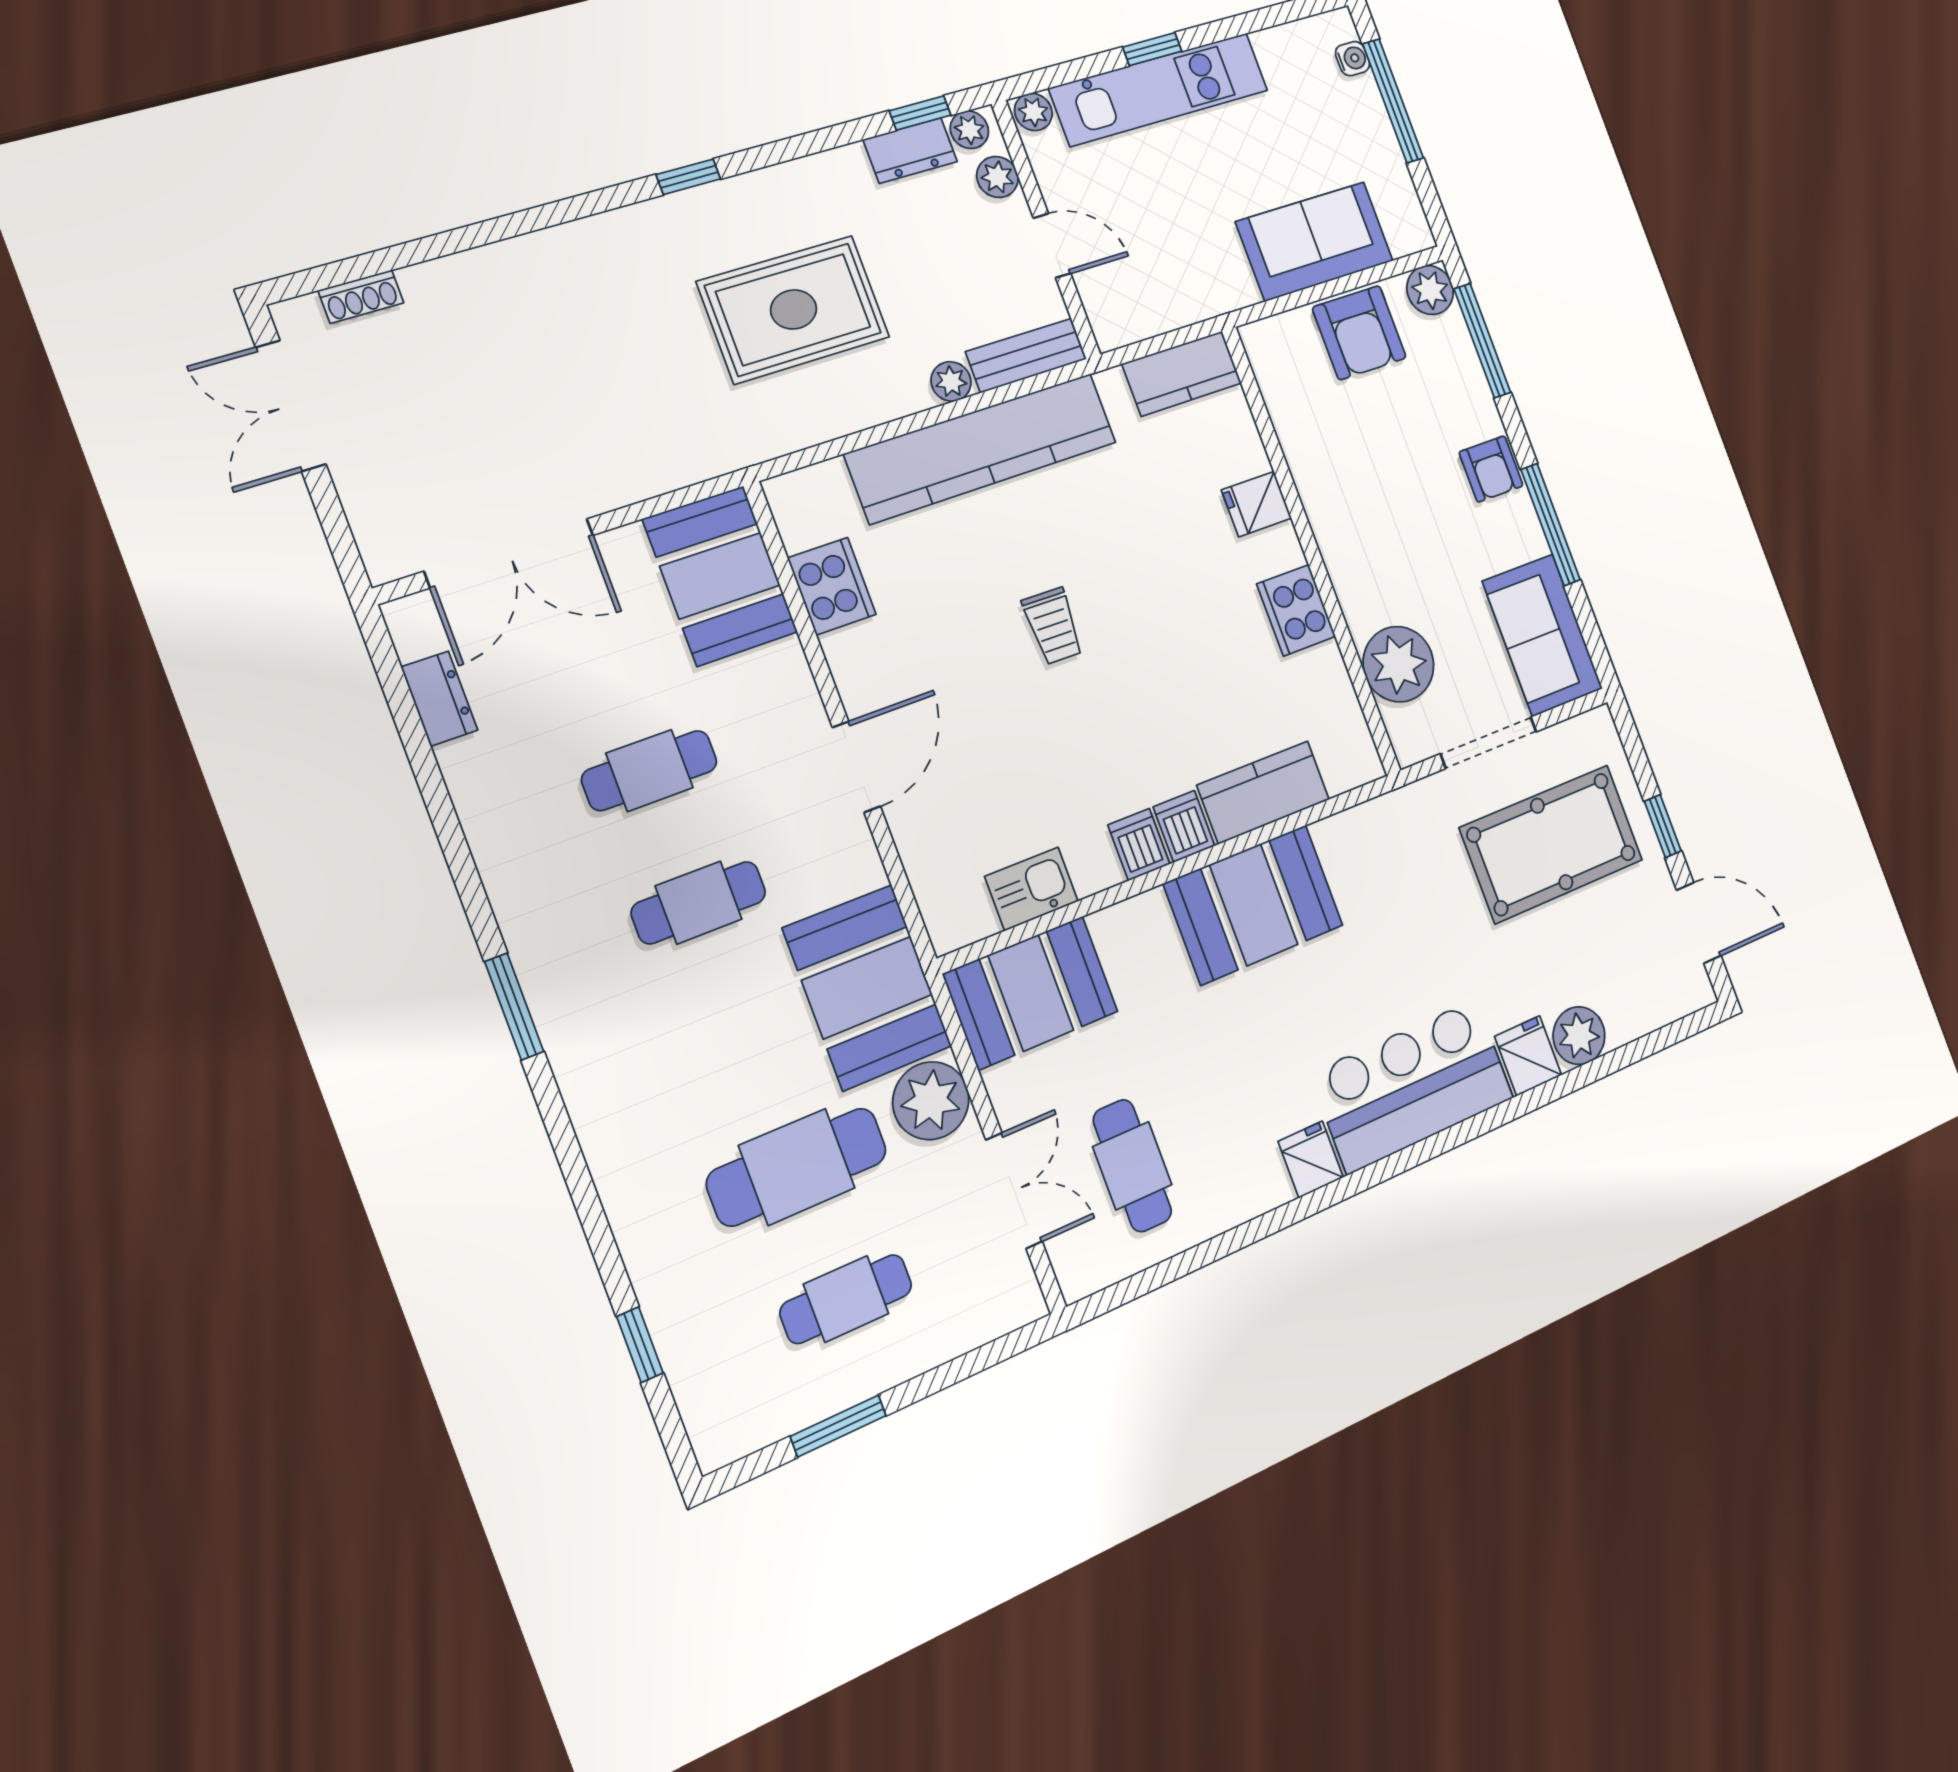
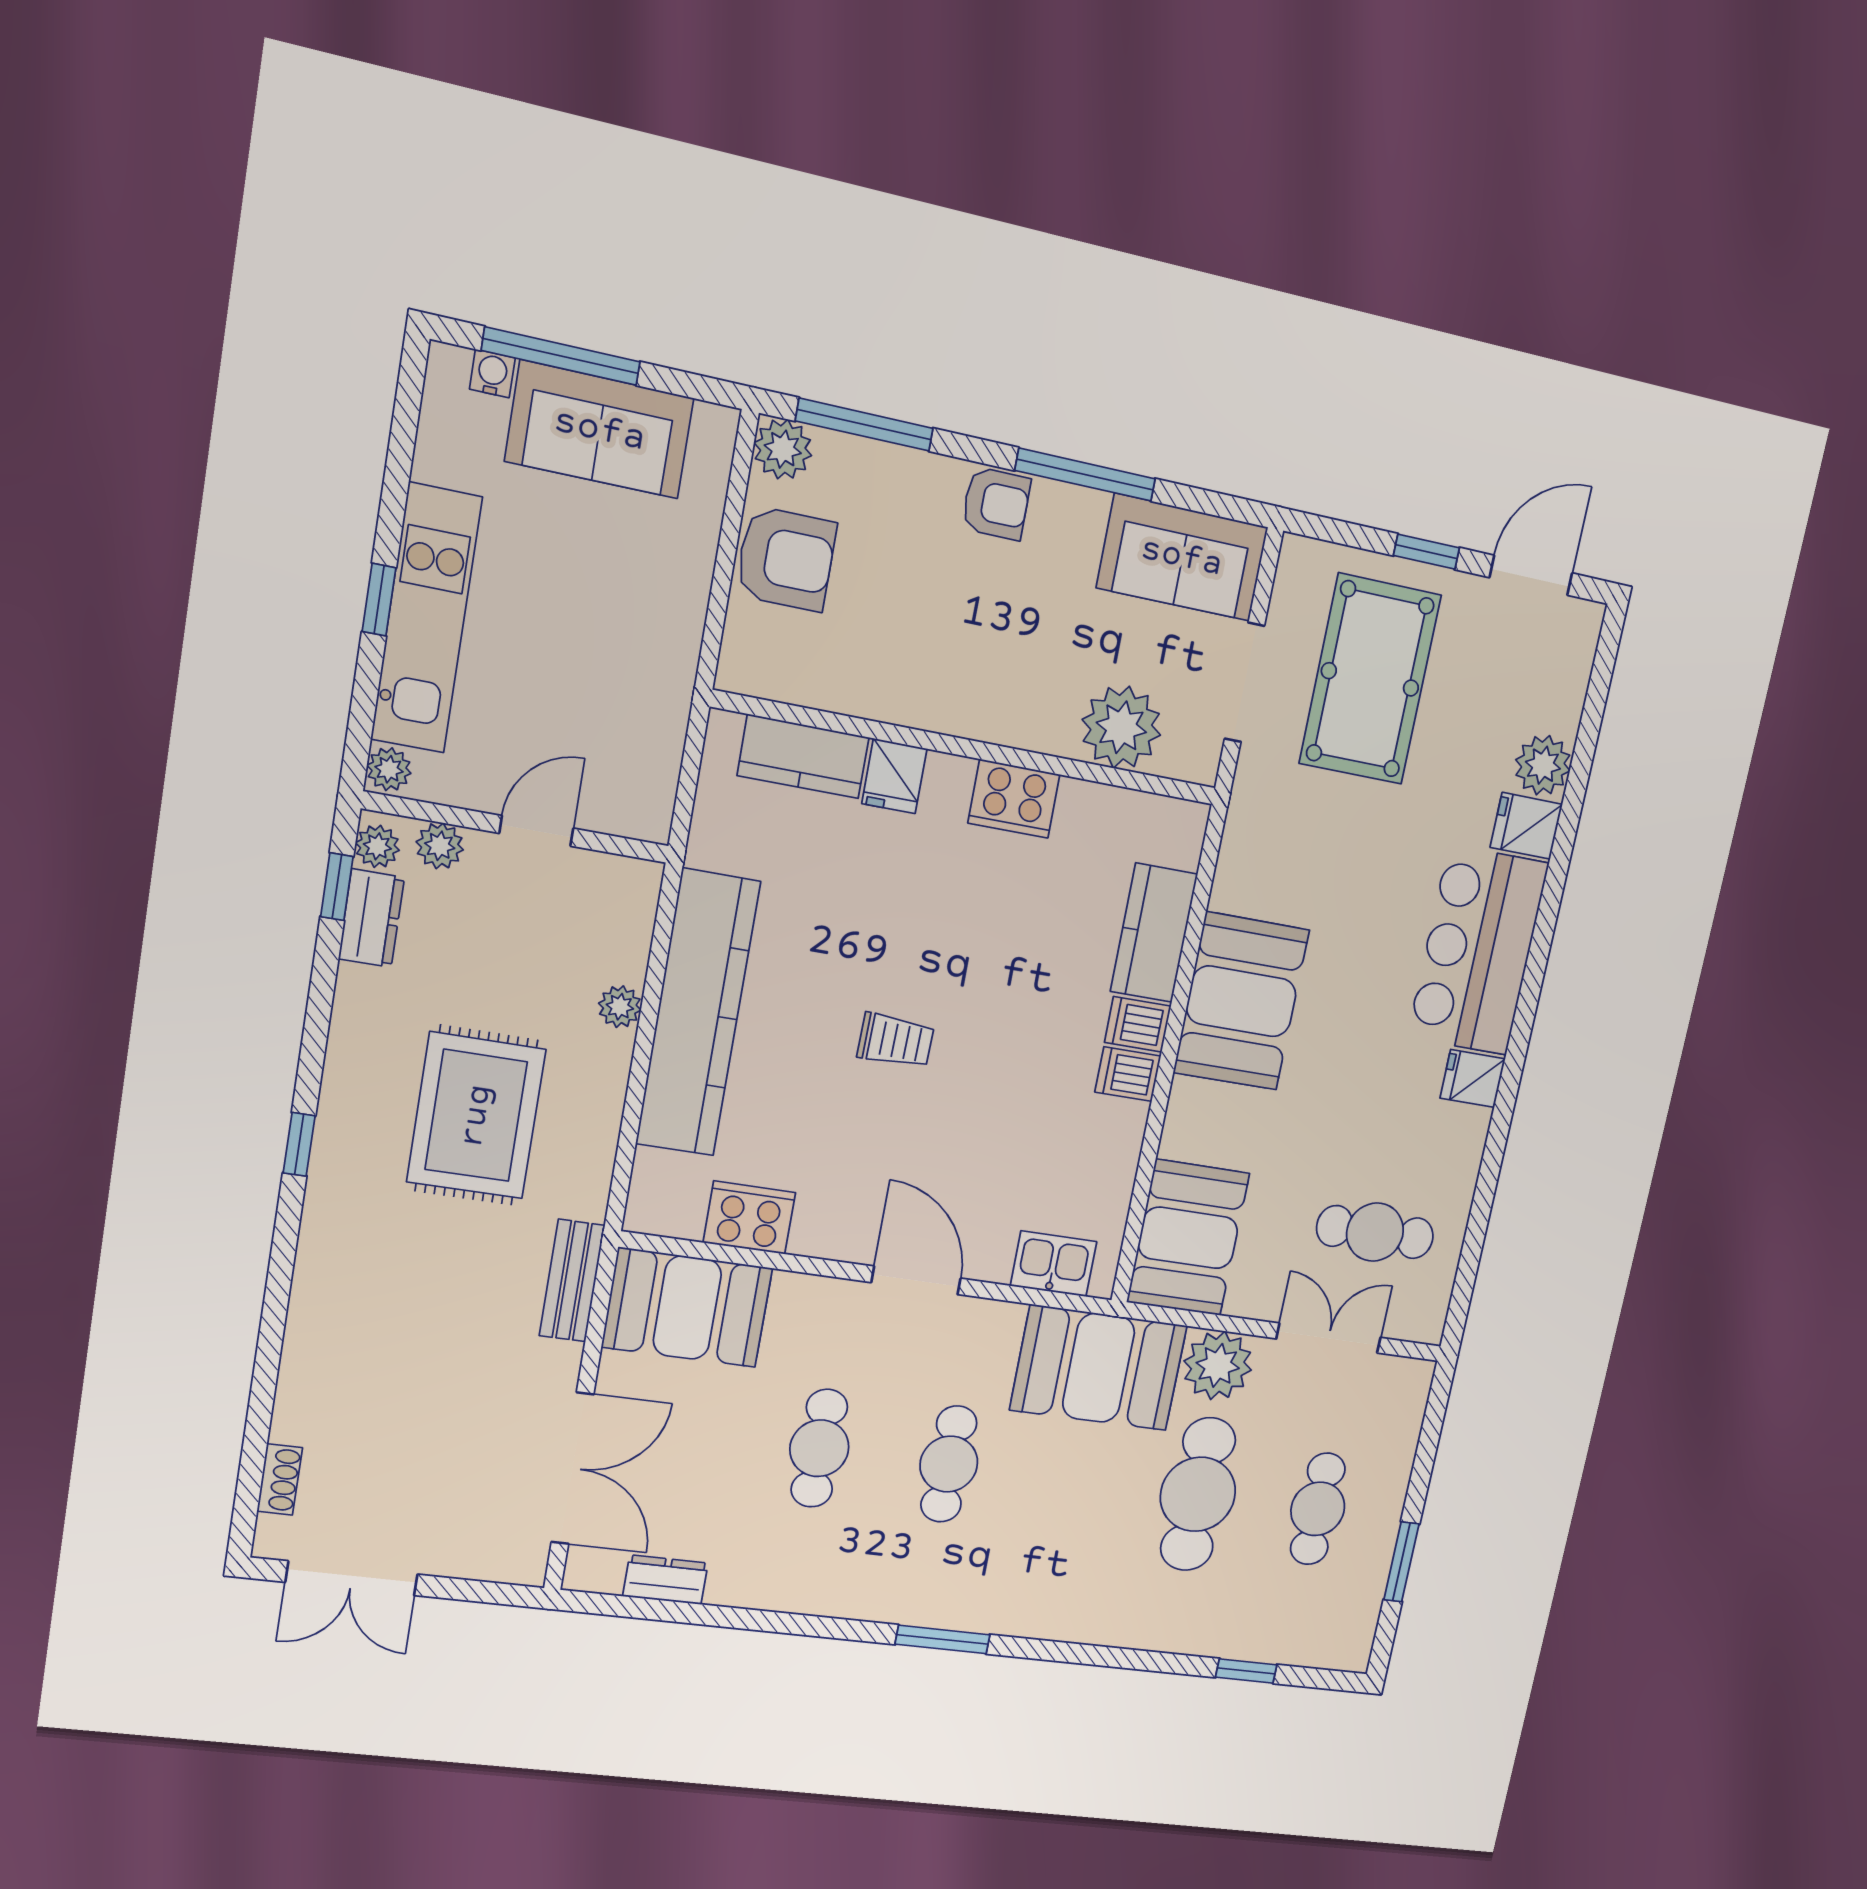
sofa: (1315, 241) -> (600, 430), moved, turned -90
bench: (1026, 356) -> (572, 1281), moved
kitchen counter: (1182, 374) -> (803, 756), moved, turned 90
kitchen sink: (1032, 889) -> (1054, 1264), moved, turned 90

